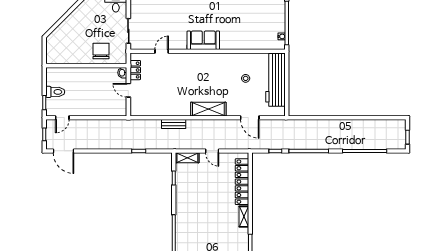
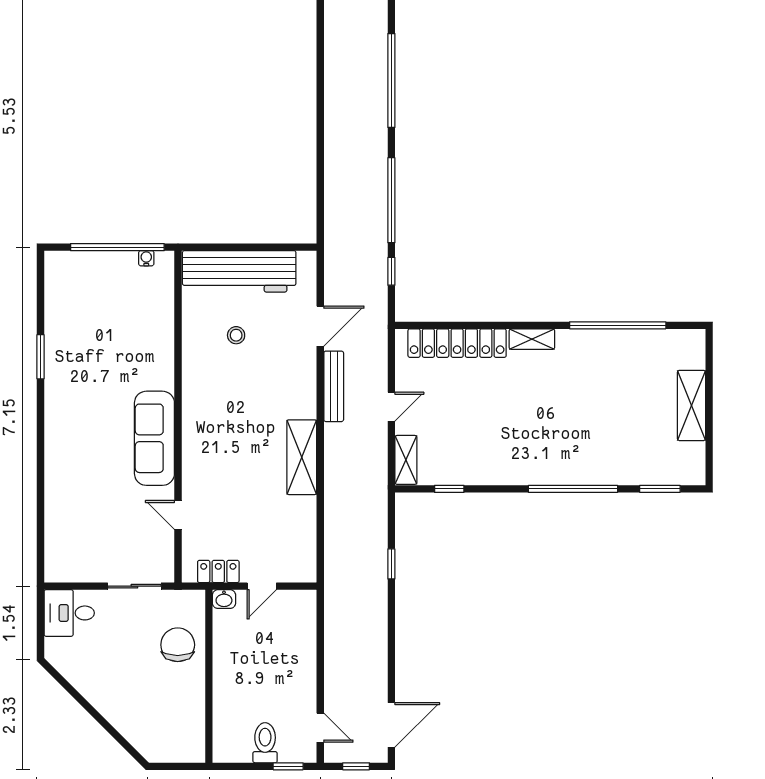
sofa: (203, 40) -> (154, 438), width x1.36
chair: (101, 51) -> (178, 645), turned 90
shelving: (208, 109) -> (302, 457), moved
bench: (174, 124) -> (334, 386), moved, width x1.36

